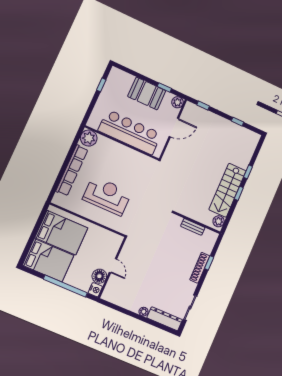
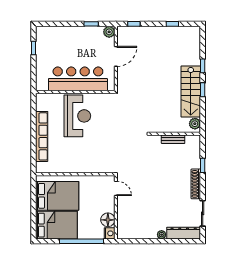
booth: (147, 94) -> (78, 37), removed
plant: (89, 138) -> (44, 101), removed
reception desk: (107, 196) -> (77, 116), moved, turned 90
door: (113, 266) -> (116, 188), moved
shoe rack: (200, 268) -> (196, 184), moved

